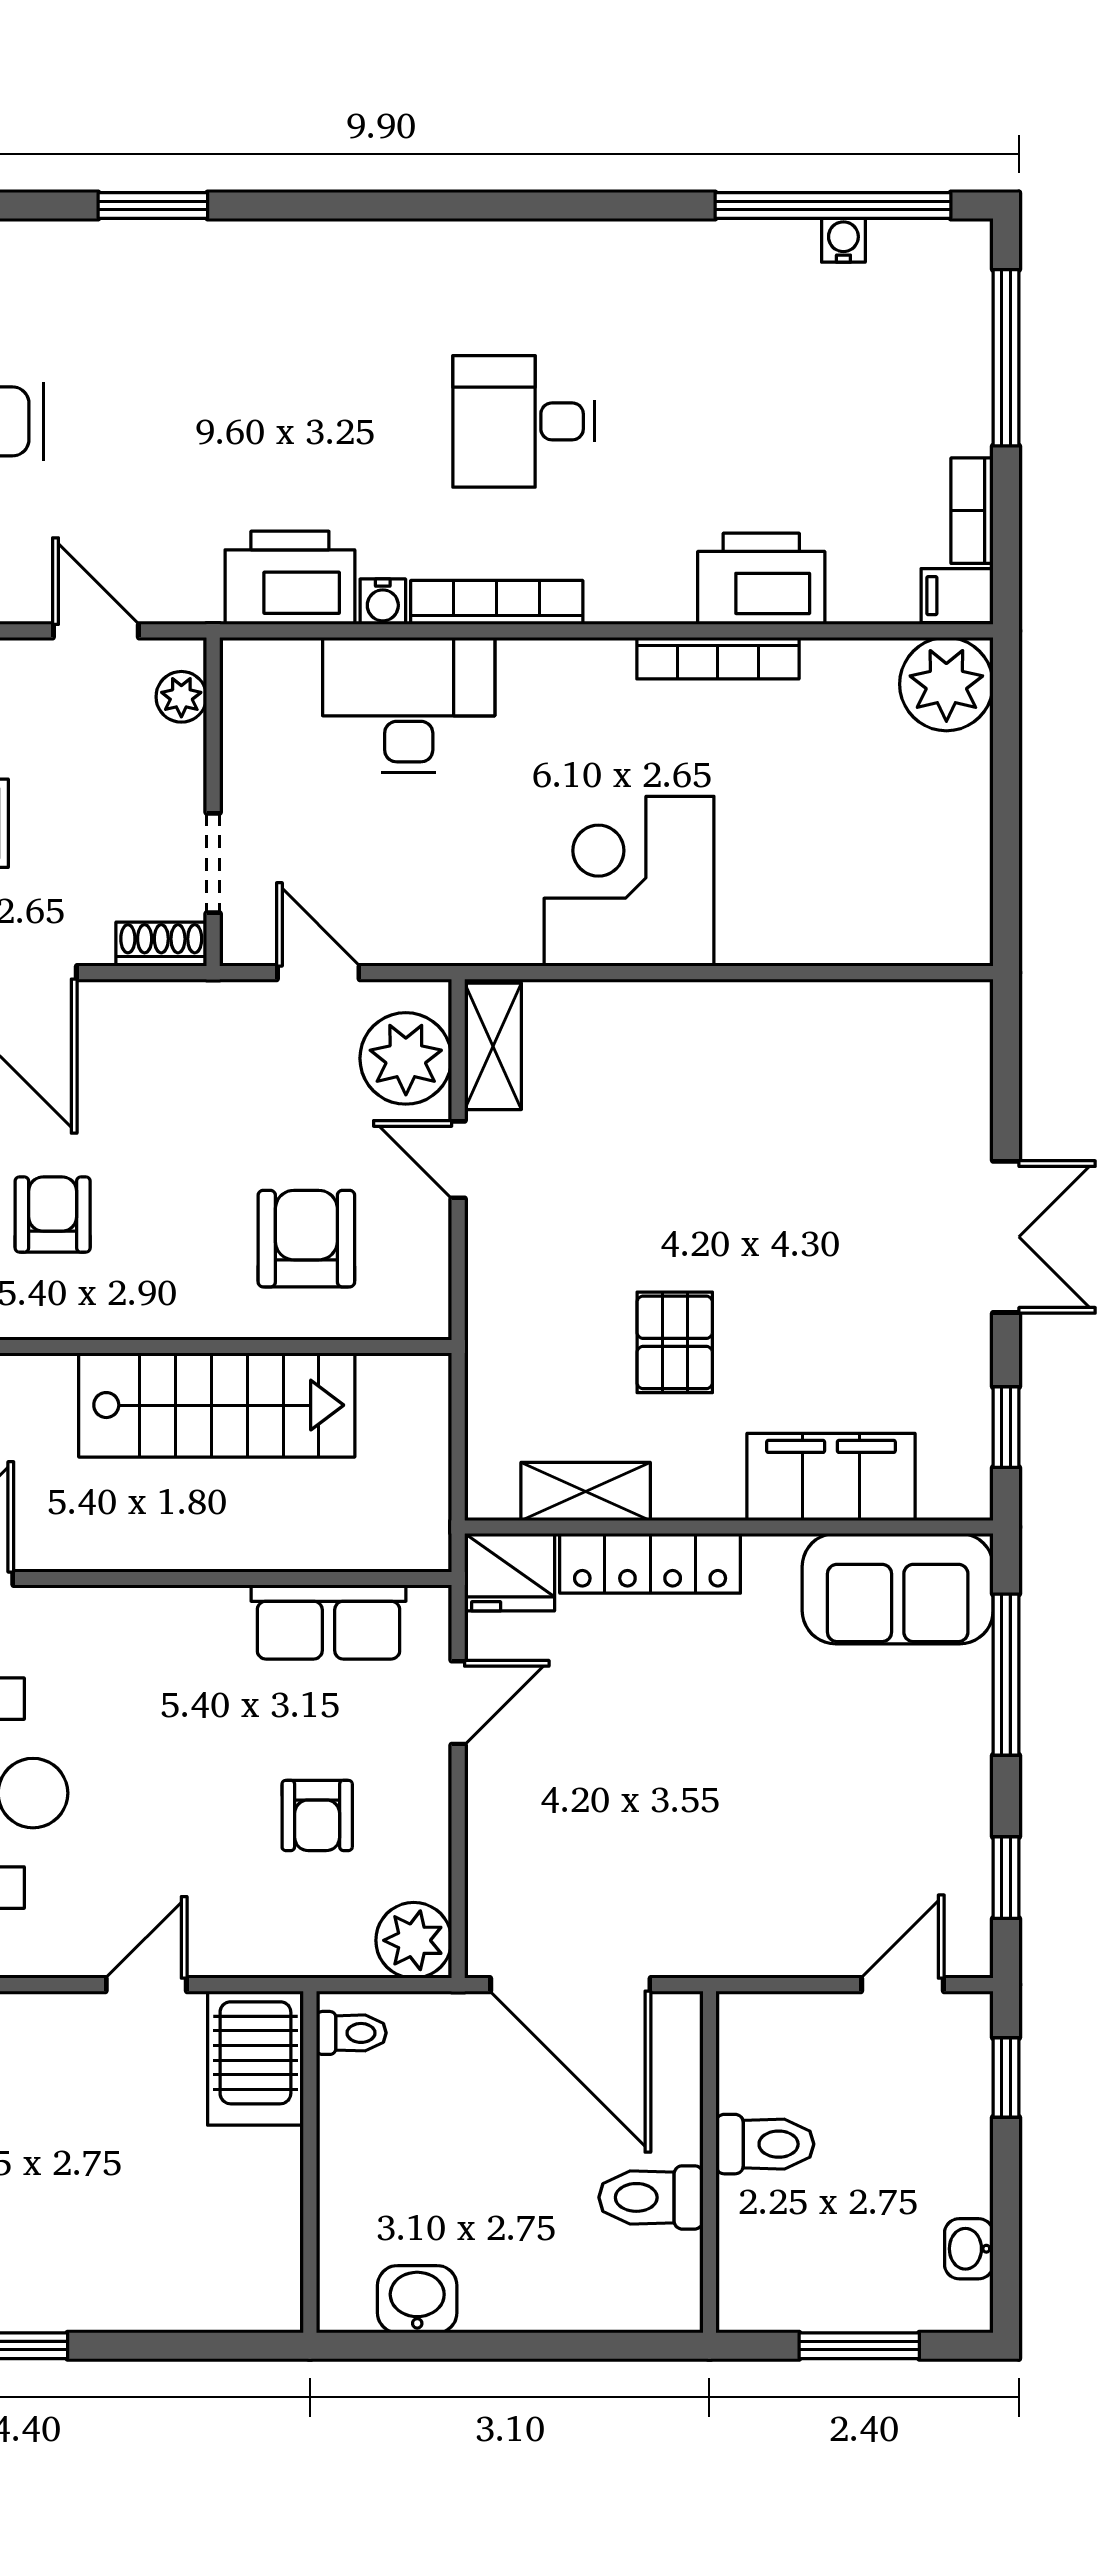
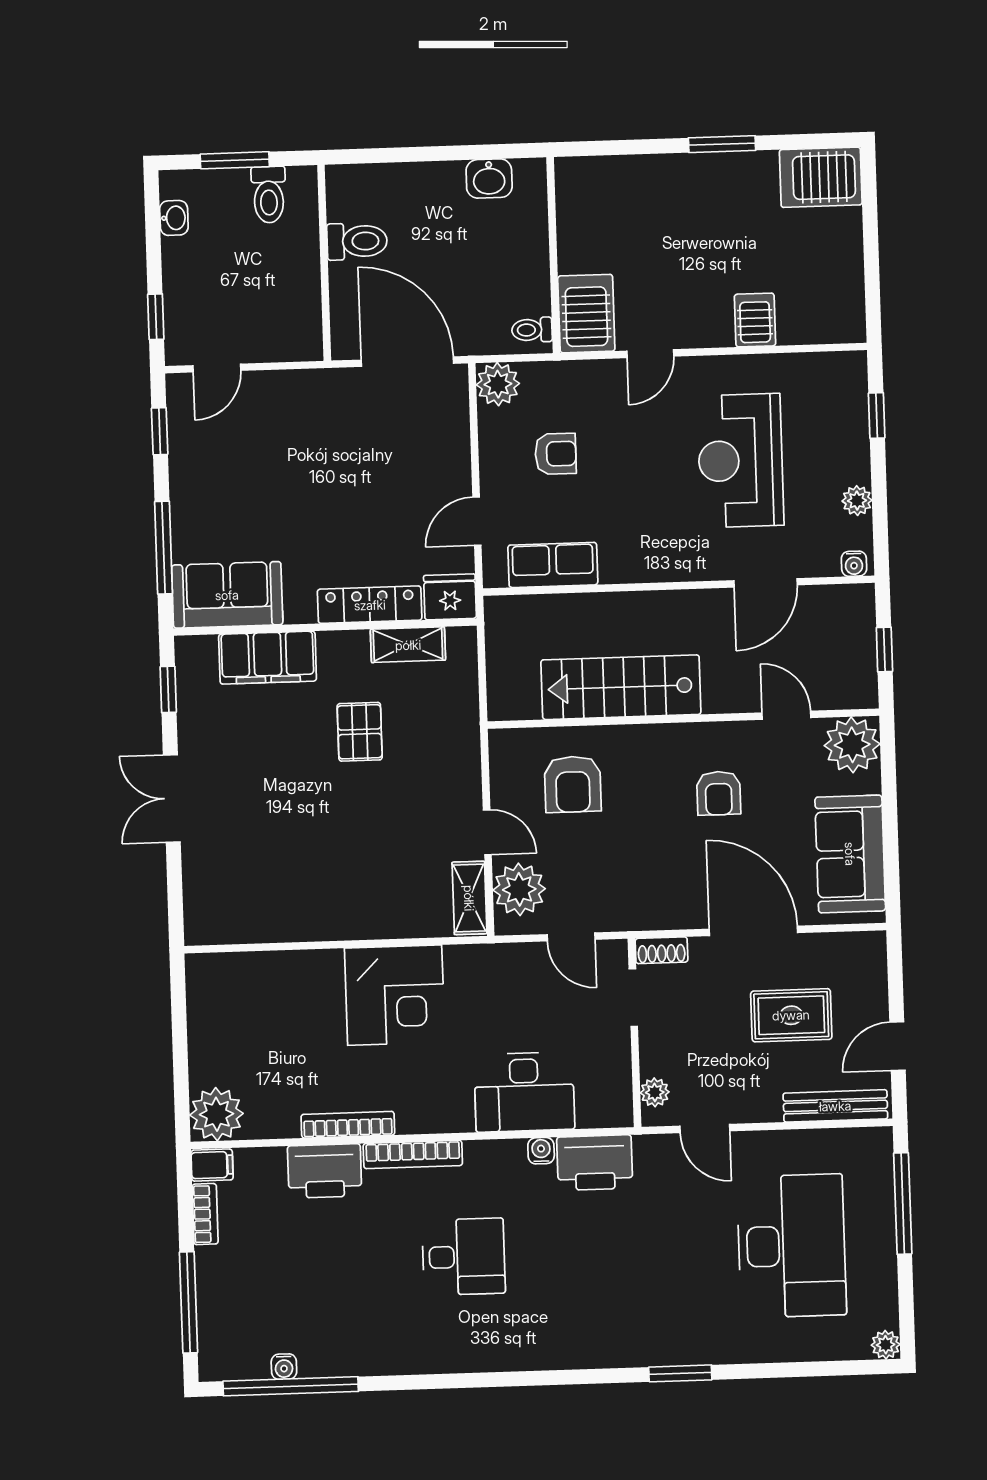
bookcase: (497, 602) -> (413, 1155), moved
armchair: (317, 1815) -> (556, 454), turned 90
toilet: (765, 2144) -> (269, 195), moved, turned -90

